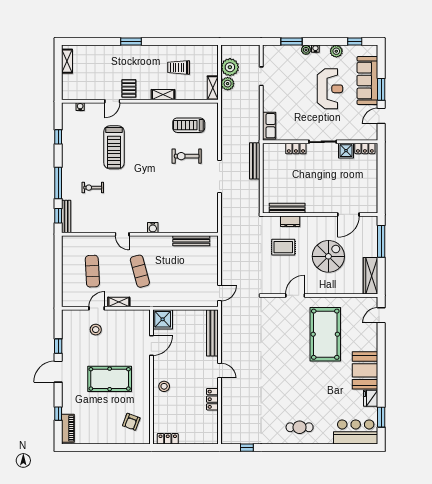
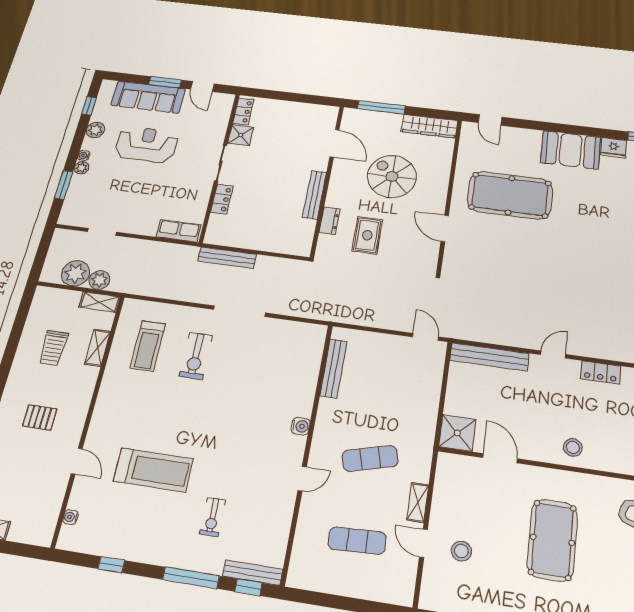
pallet: (129, 88) -> (40, 417), moved
shelving: (163, 95) -> (98, 348), moved
bench: (287, 208) -> (314, 195), moved

